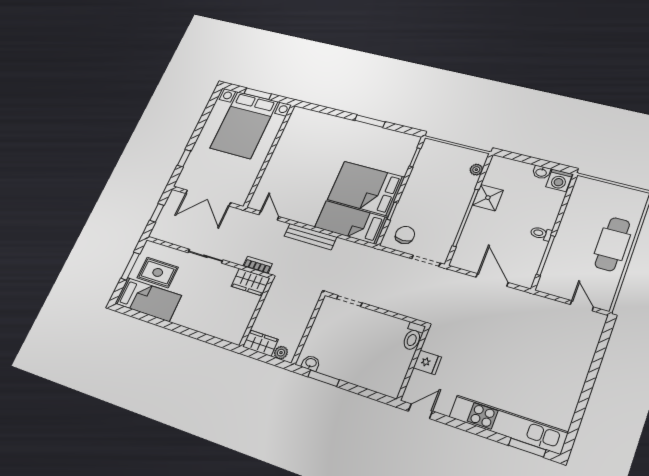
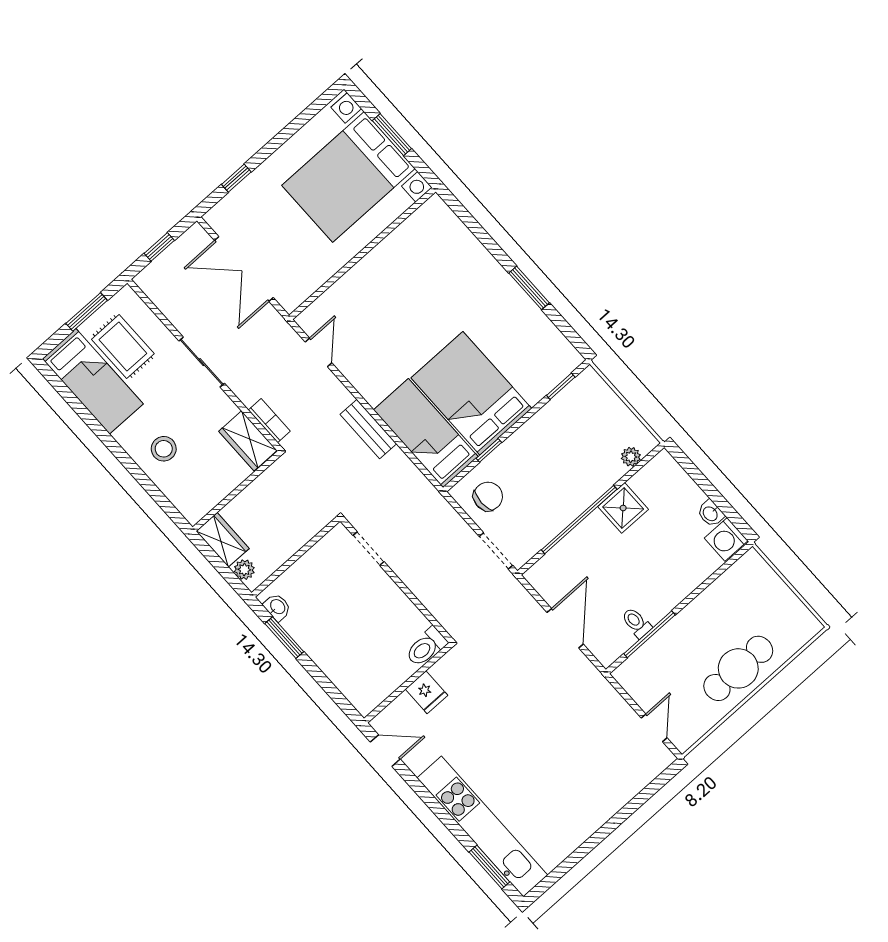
toilet: (541, 233) -> (636, 623), moved
bench: (310, 237) -> (368, 429), width x0.73
stool: (204, 313) -> (164, 449), added

